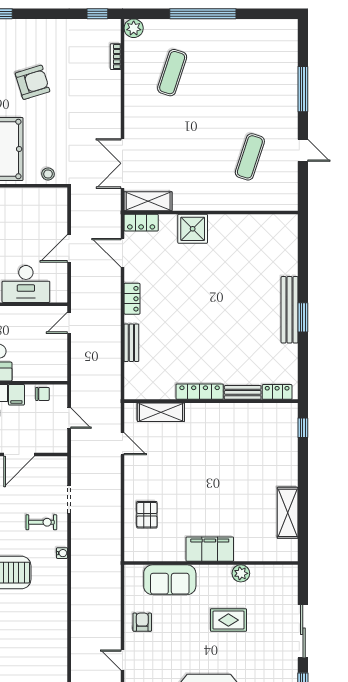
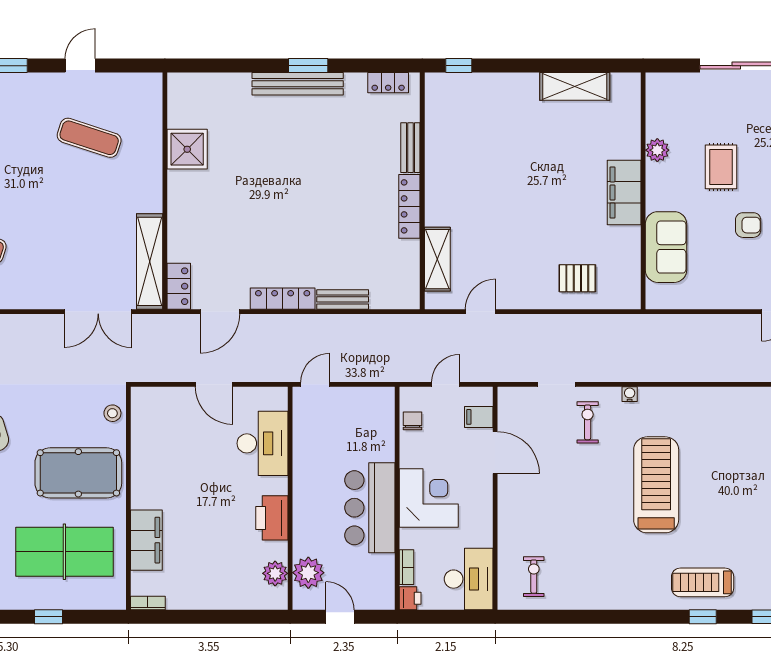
shelving: (148, 201) -> (150, 261), width x1.47
shower: (193, 229) -> (187, 149), moved
locker: (132, 299) -> (283, 299), width x1.53
door: (69, 323) -> (315, 384), swing flipped
locker: (277, 392) -> (388, 83), moved, turned -90
filing cabinet: (16, 395) -> (479, 417), moved, turned 180
armchair: (142, 622) -> (748, 225), moved, turned 180

